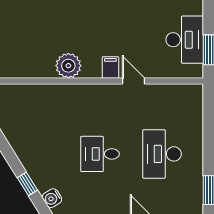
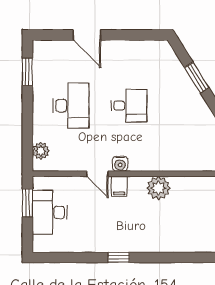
plant: (194, 106) -> (41, 151), added
window: (27, 184) -> (197, 78), width x1.50
water cooler: (52, 198) -> (120, 164), moved, turned 122

